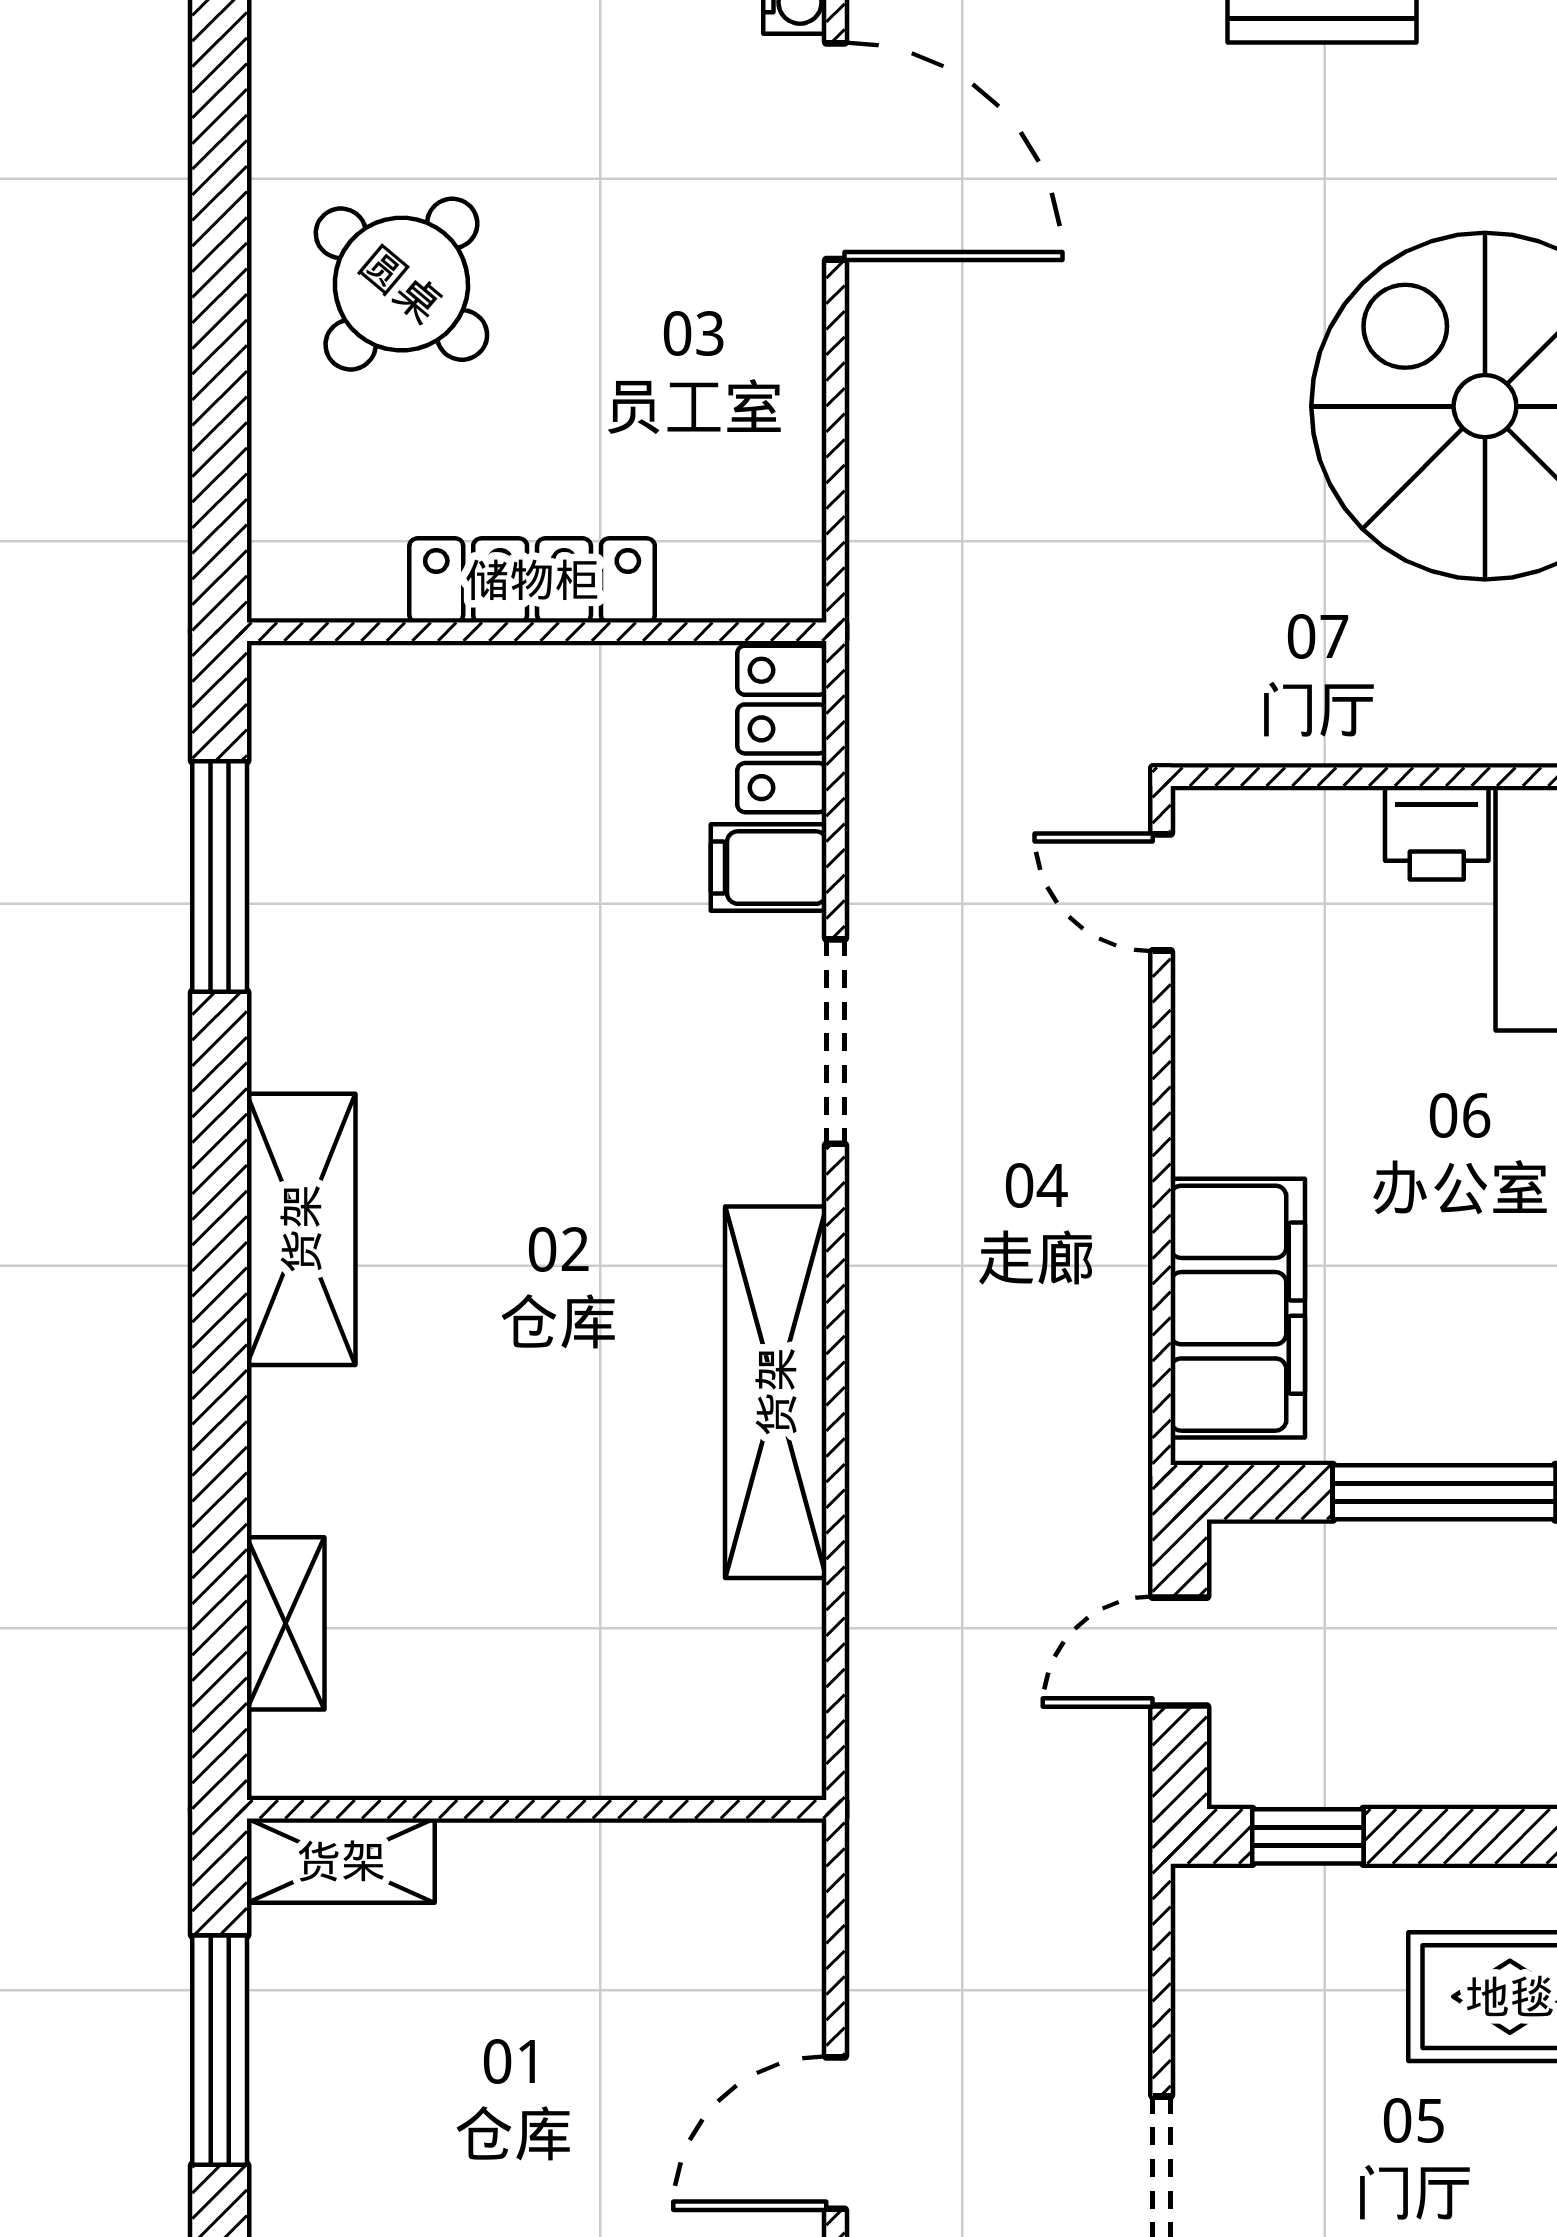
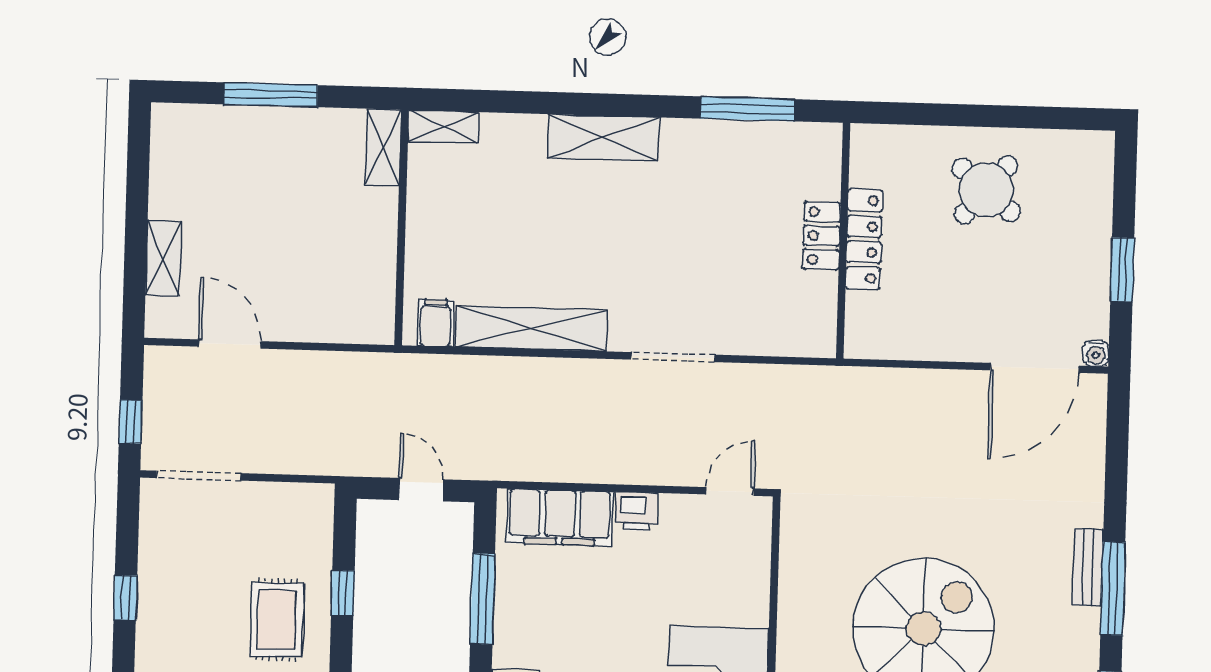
locker: (782, 729) -> (822, 236), moved, turned -90
printer: (1437, 833) -> (637, 511), moved, turned -90
filing cabinet: (769, 868) -> (435, 323), moved
wall: (537, 1809) -> (402, 228), moved
window: (1308, 1836) -> (343, 593), moved
shelving: (341, 1861) -> (383, 147), moved

